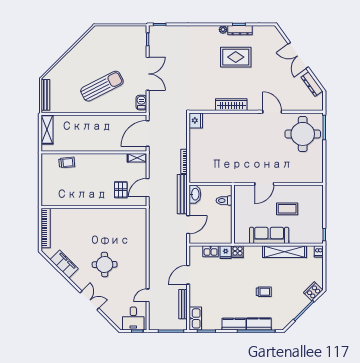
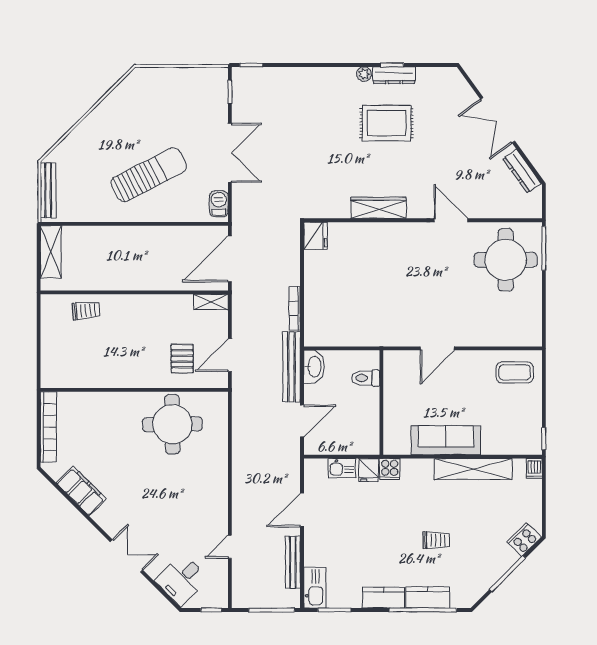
coffee table: (287, 209) -> (515, 372), moved
round table: (105, 264) -> (172, 424), moved, width x1.36, depth x1.36
desk: (133, 318) -> (182, 580), moved, turned 45

